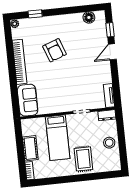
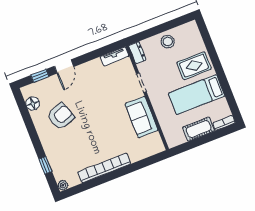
armchair: (55, 50) -> (61, 116), moved
door: (112, 52) -> (64, 66), hinge flipped
sofa: (28, 100) -> (142, 117), moved, turned -90
bed: (58, 138) -> (197, 95), moved, turned 180

